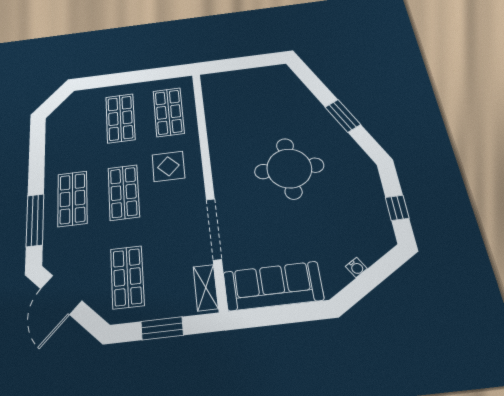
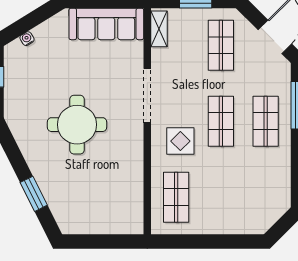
window: (343, 116) -> (34, 194), moved
shop shelf: (120, 118) -> (221, 197), removed
doorway: (214, 229) -> (147, 96), moved
water cooler: (356, 268) -> (27, 39), moved

